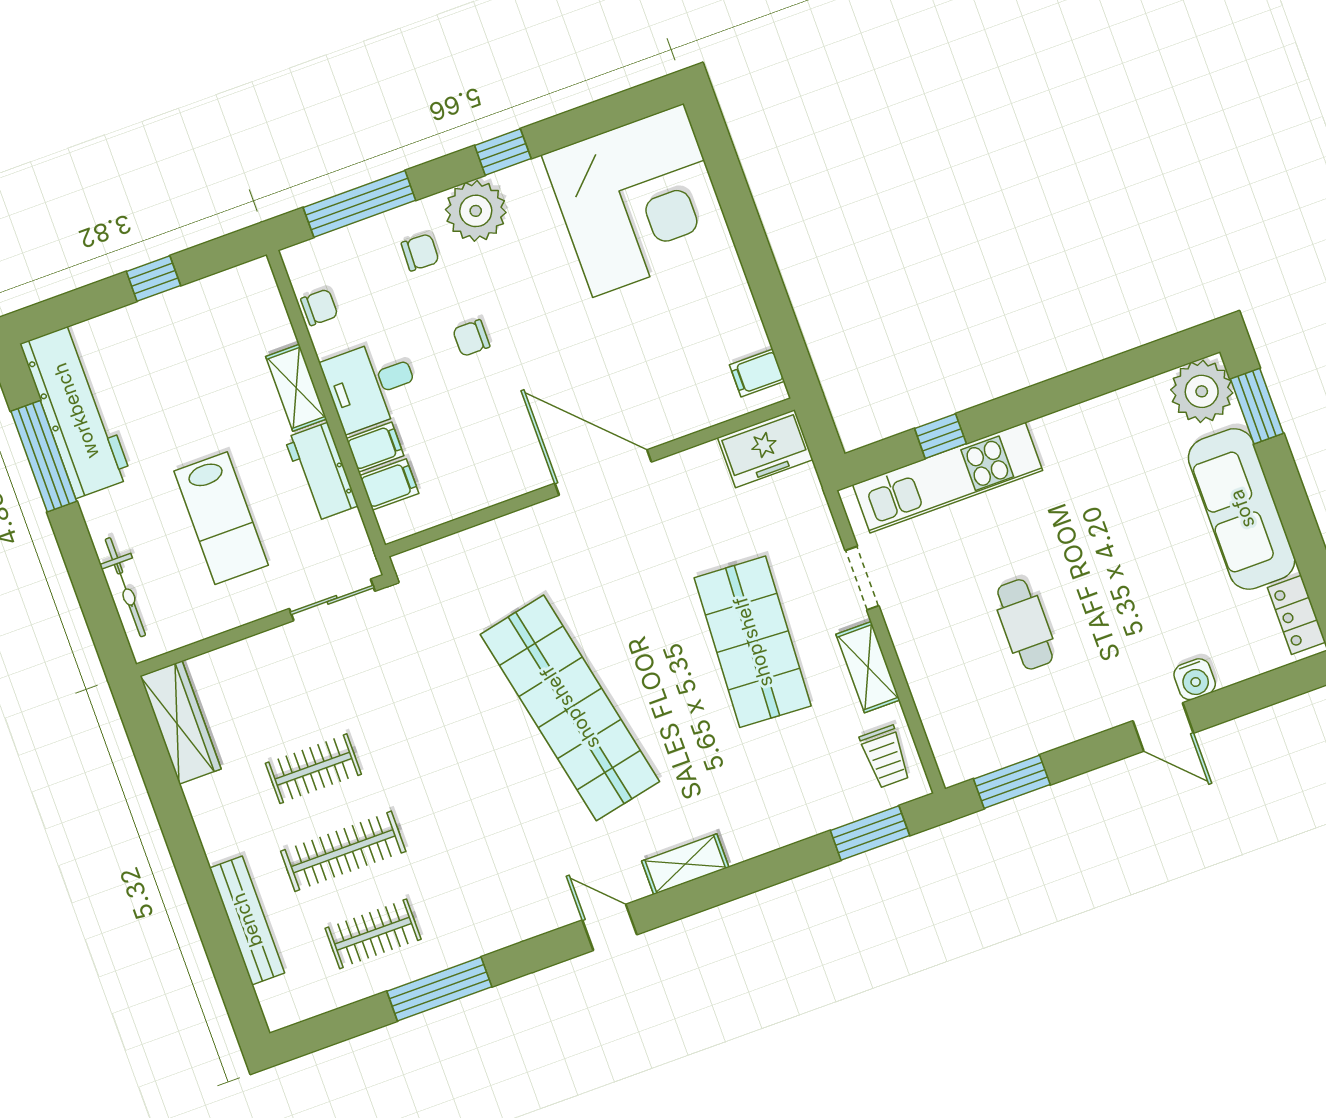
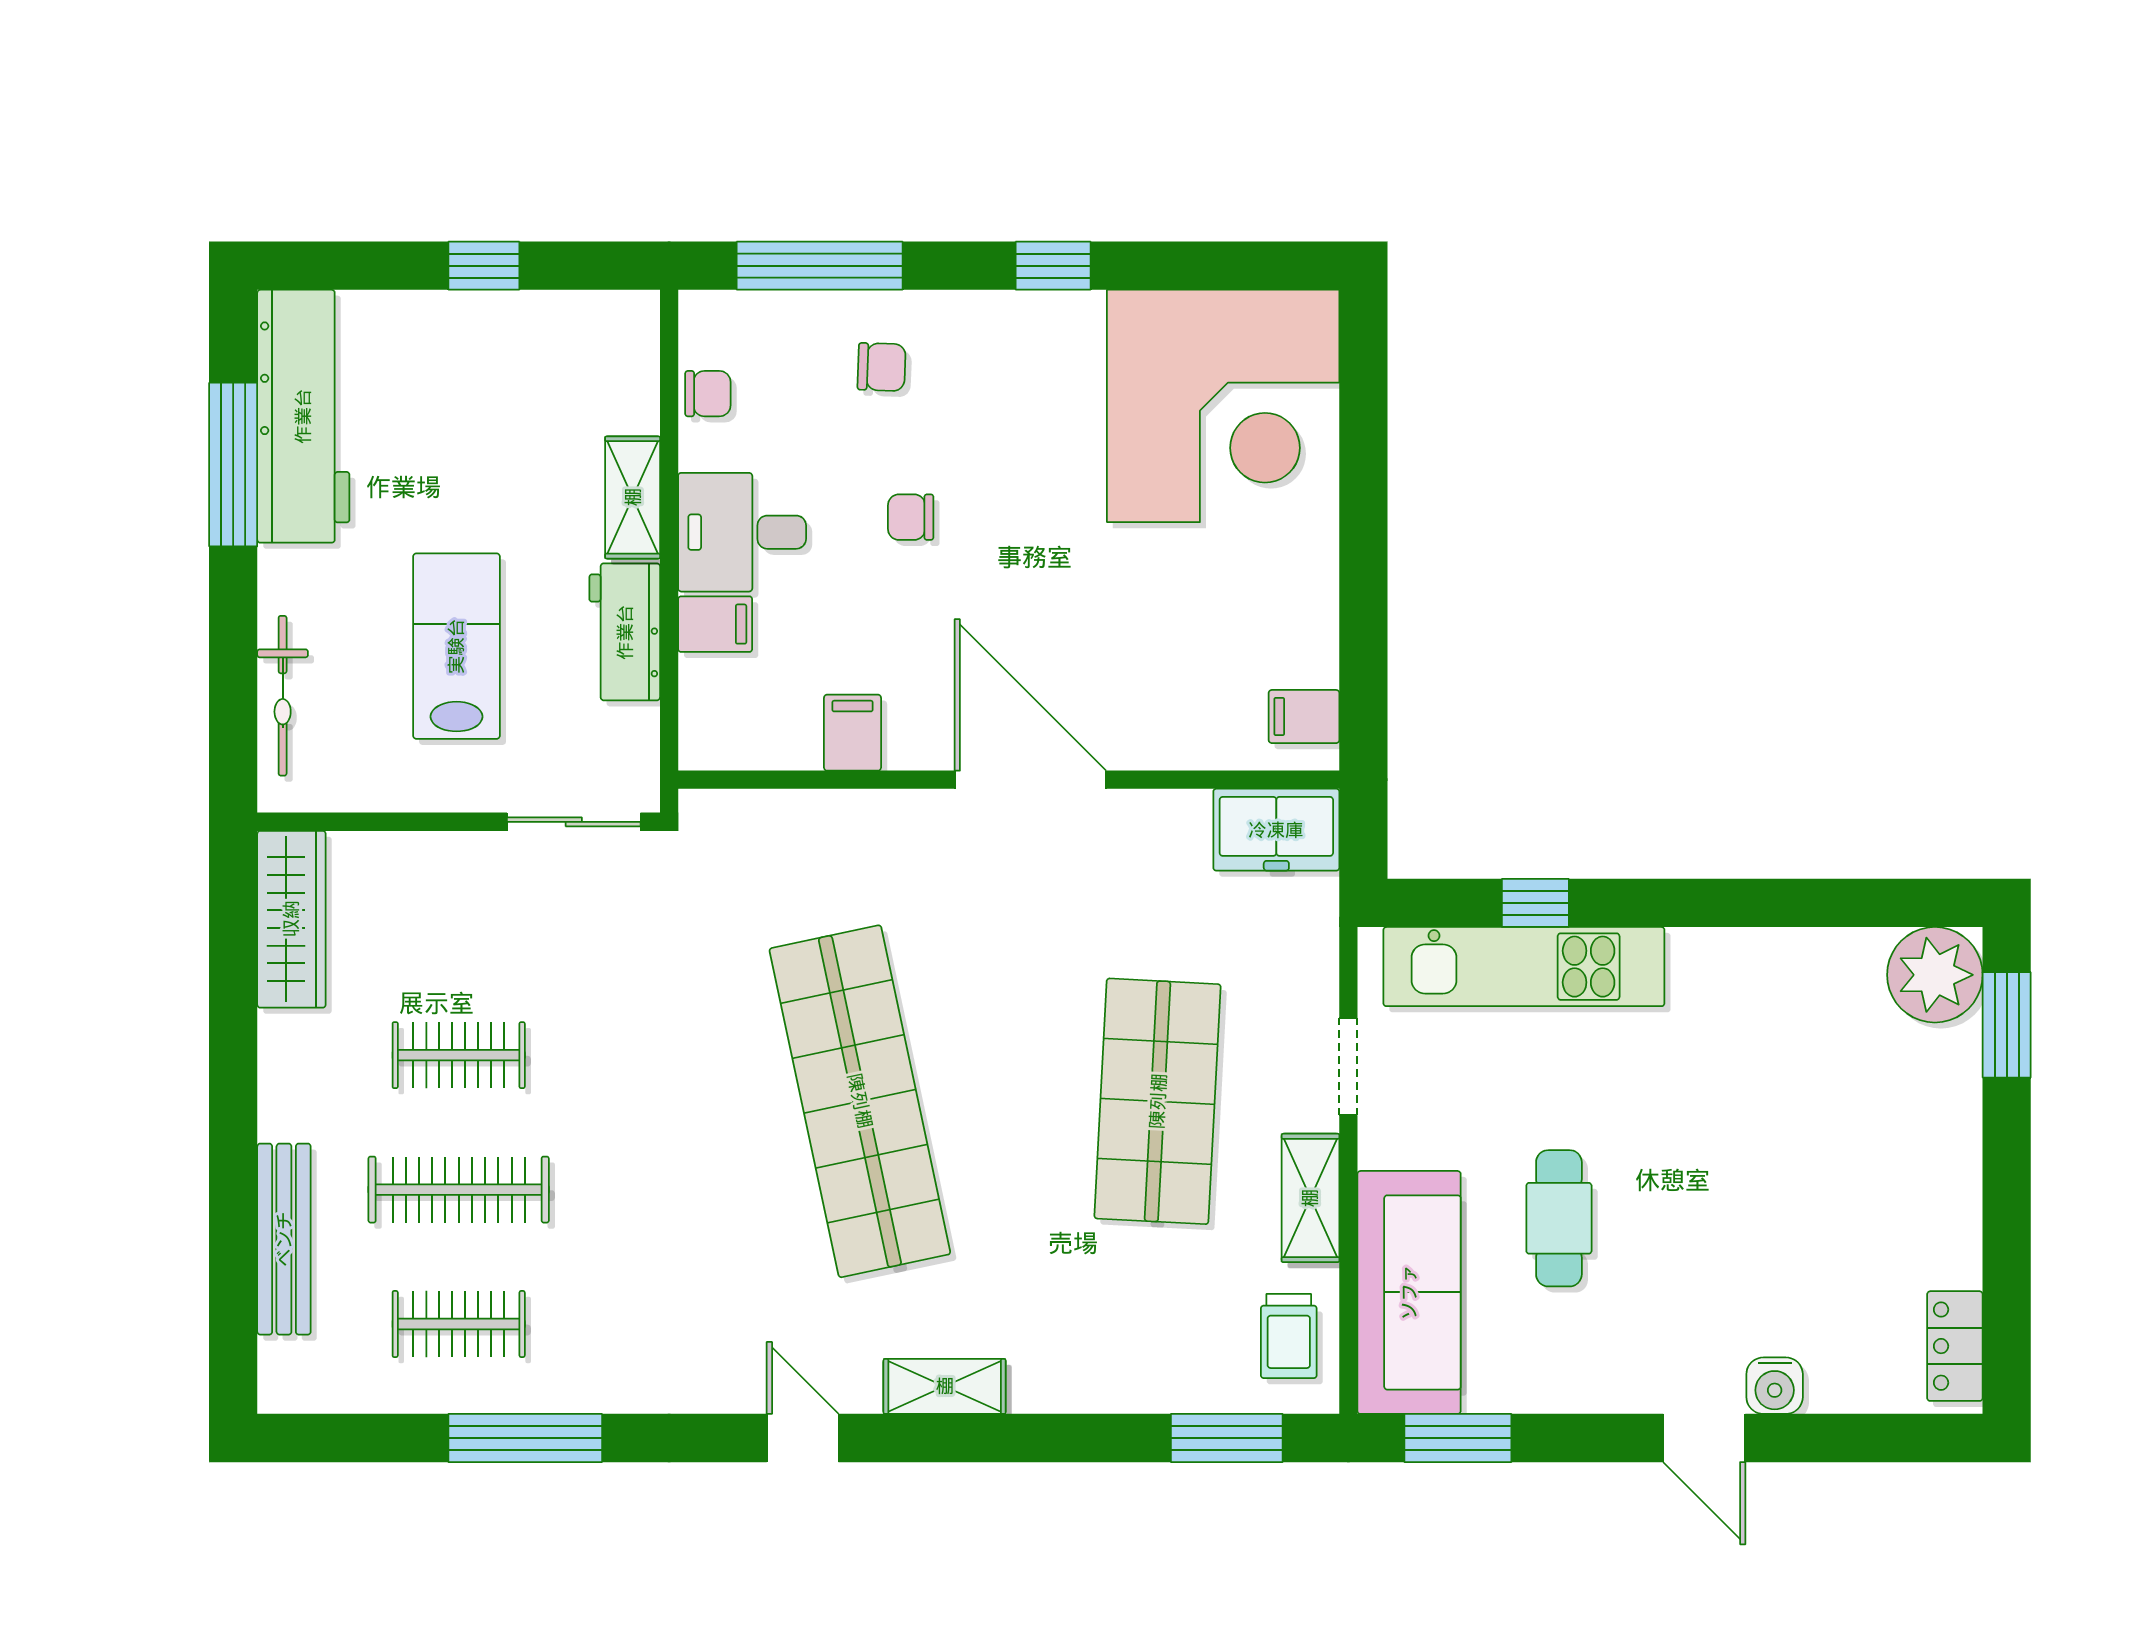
plant: (476, 211) -> (983, 336), removed
filing cabinet: (389, 484) -> (852, 733), moved, turned -90
sofa: (1242, 509) -> (1409, 1292), moved, turned 180
lab bench: (221, 518) -> (456, 646), turned 180

